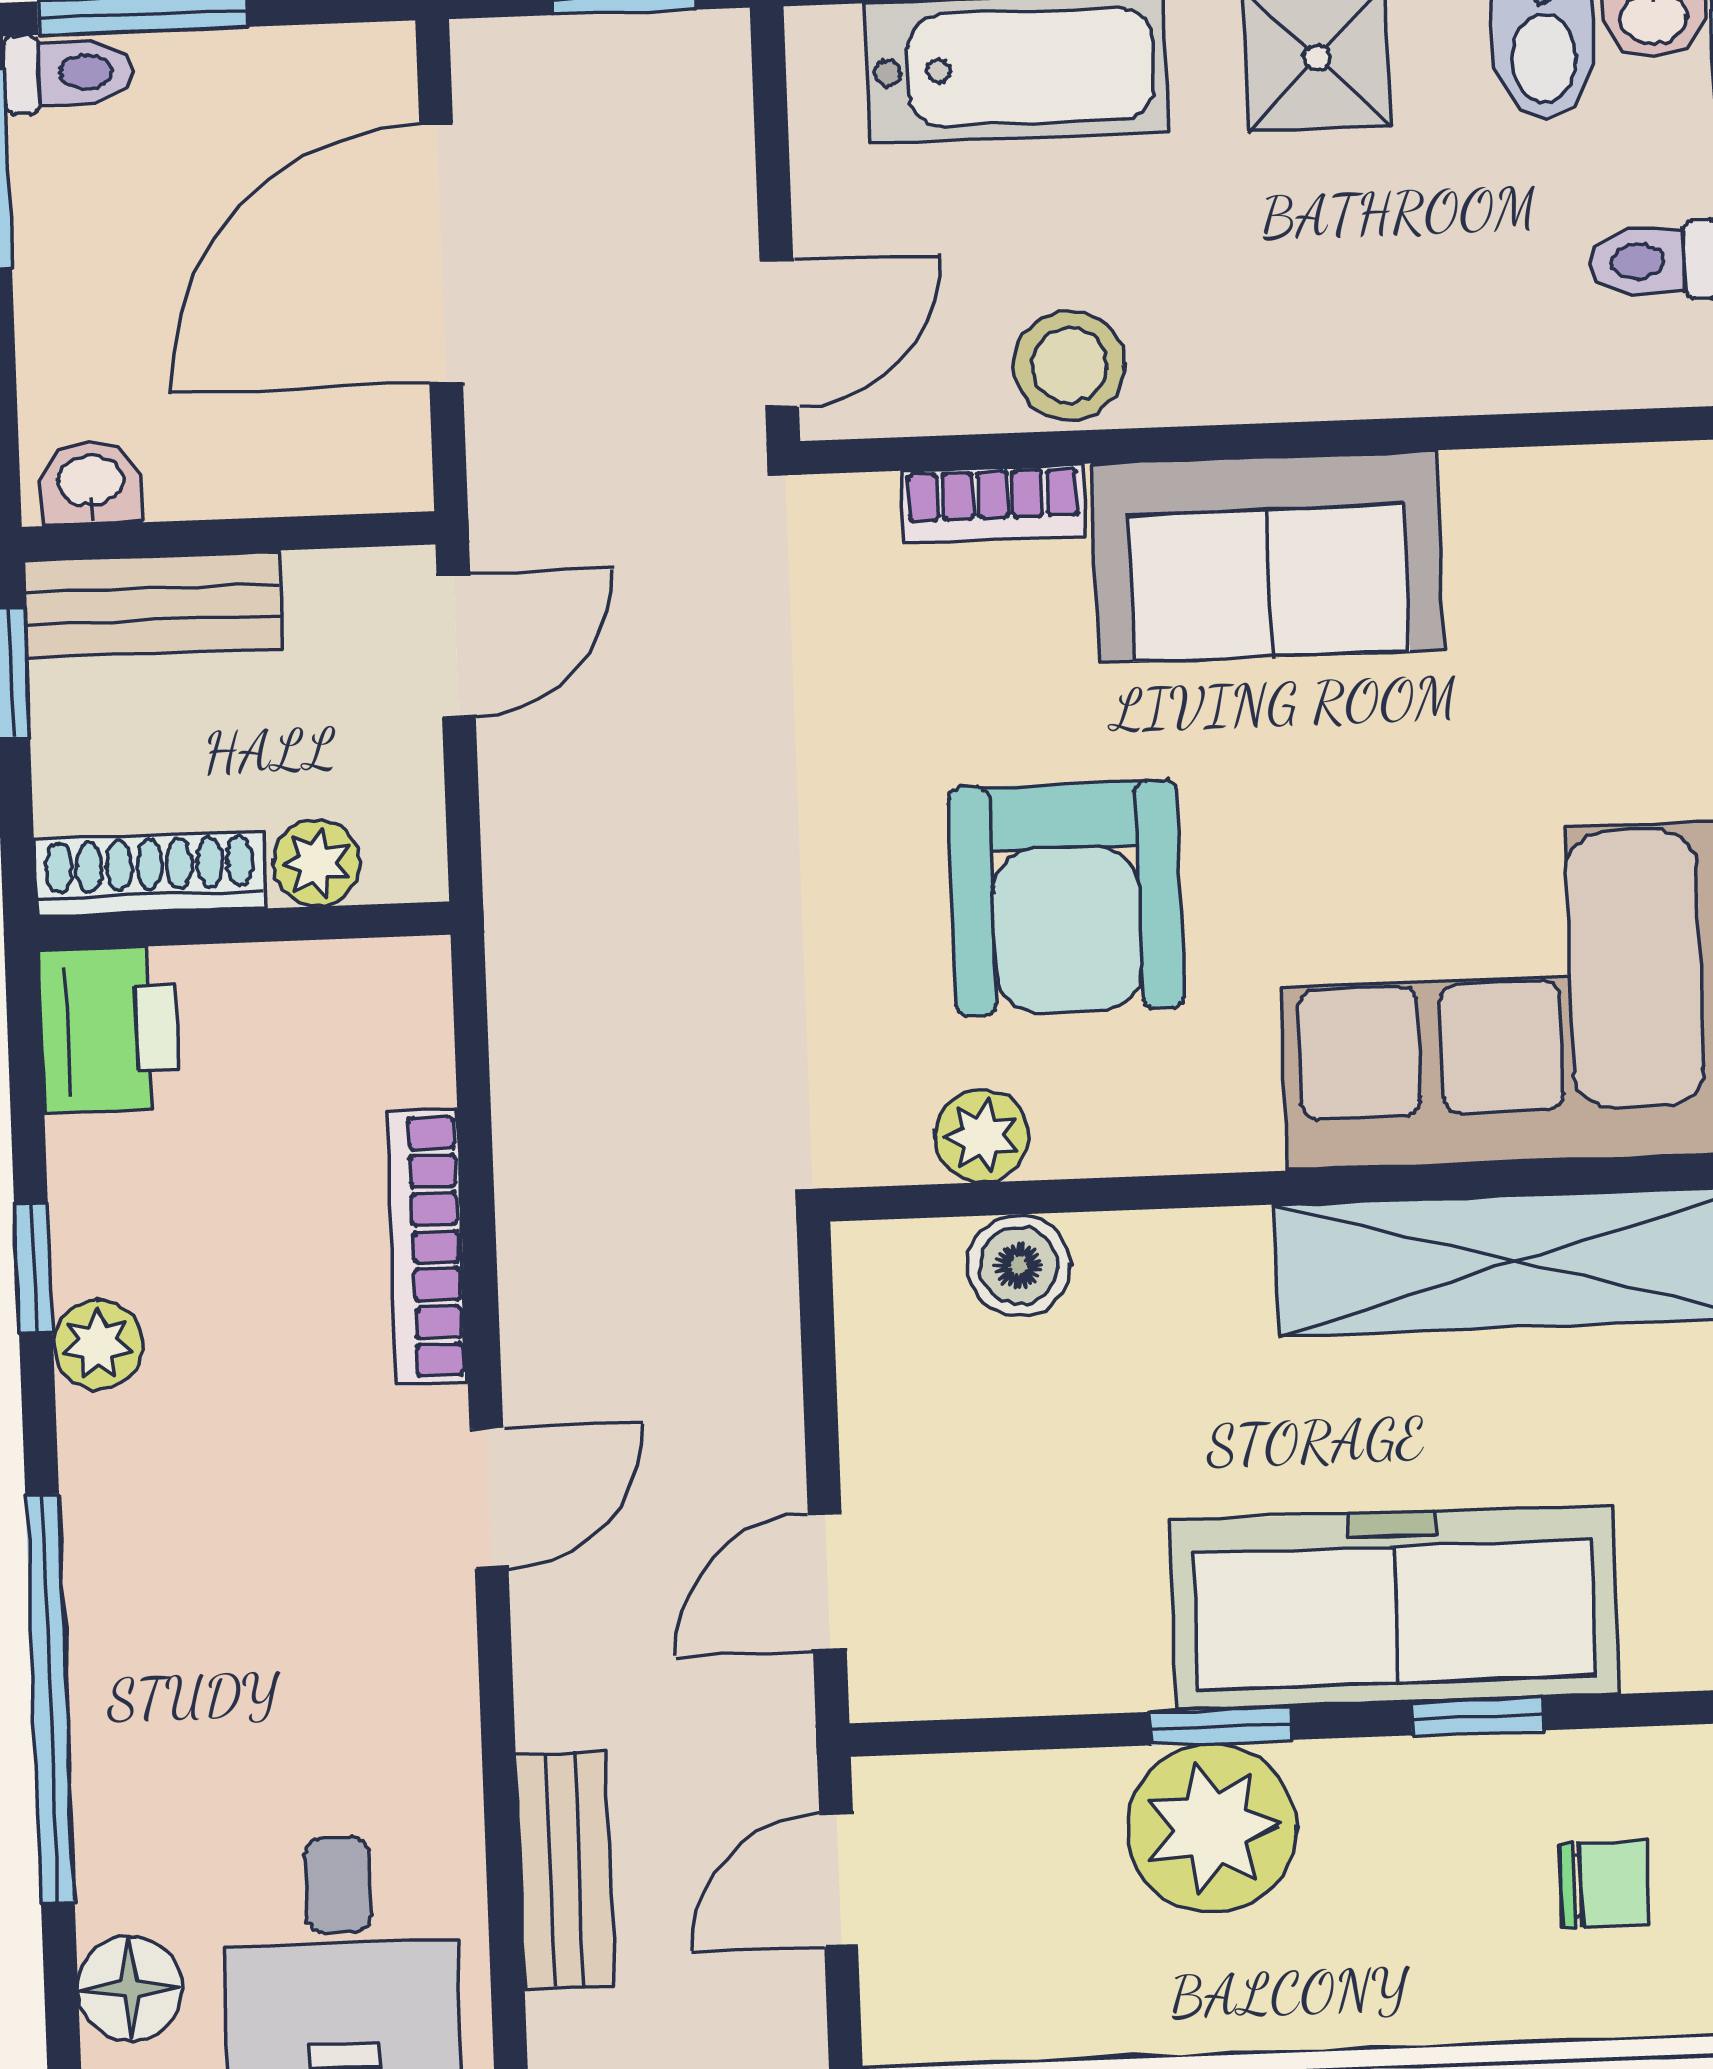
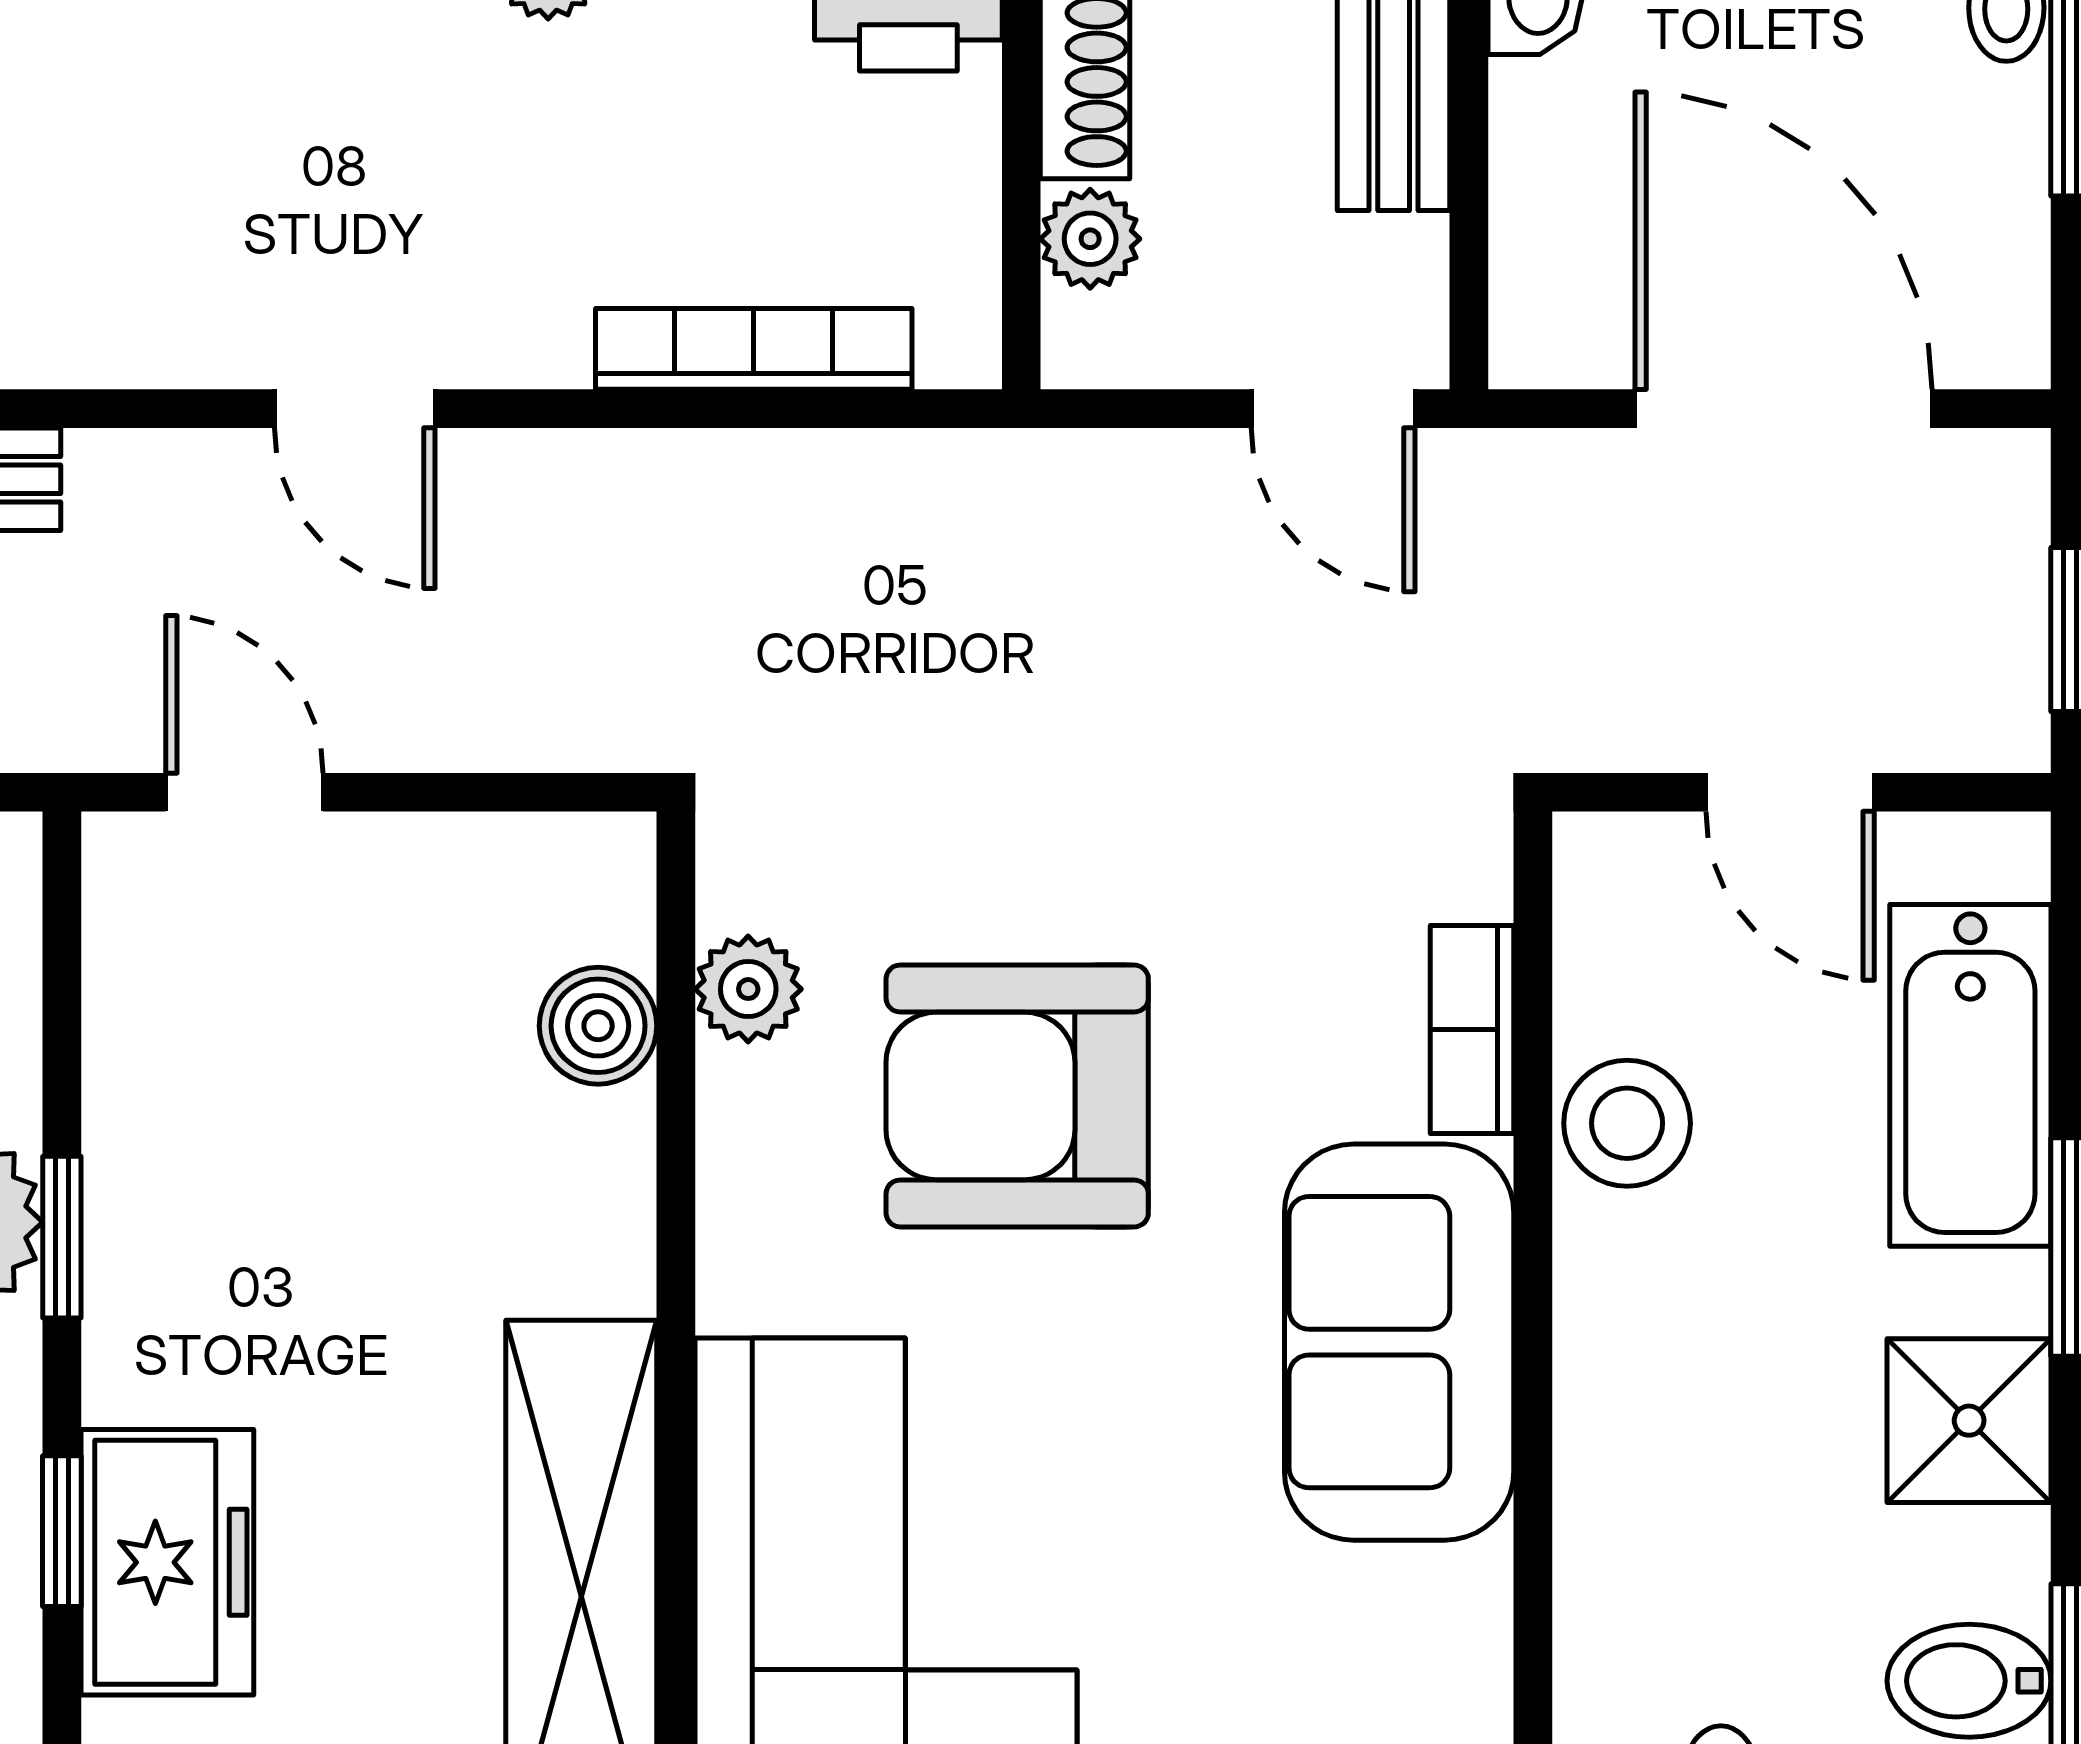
door: (779, 334) -> (1790, 792), moved
bookcase: (427, 1247) -> (754, 349), moved
freezer: (1395, 1607) -> (167, 1562), width x0.52, depth x0.79

